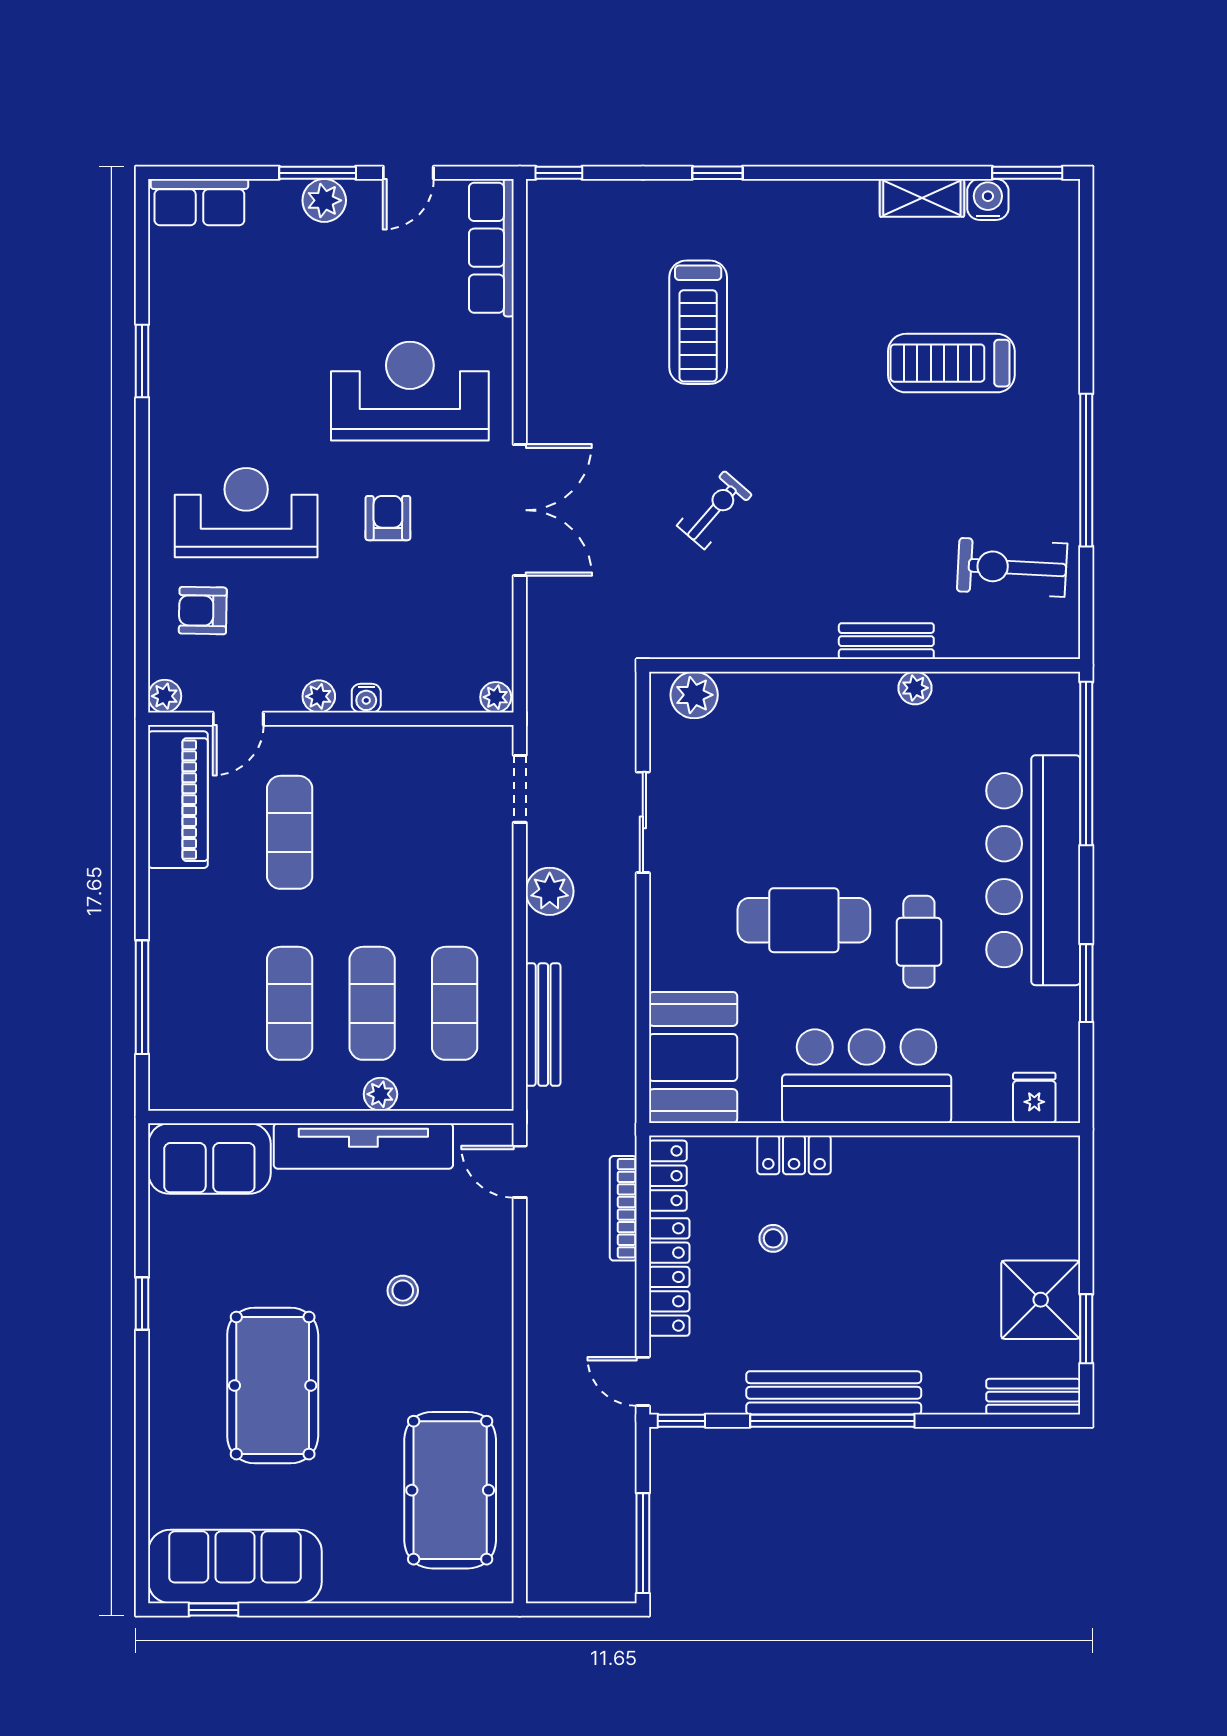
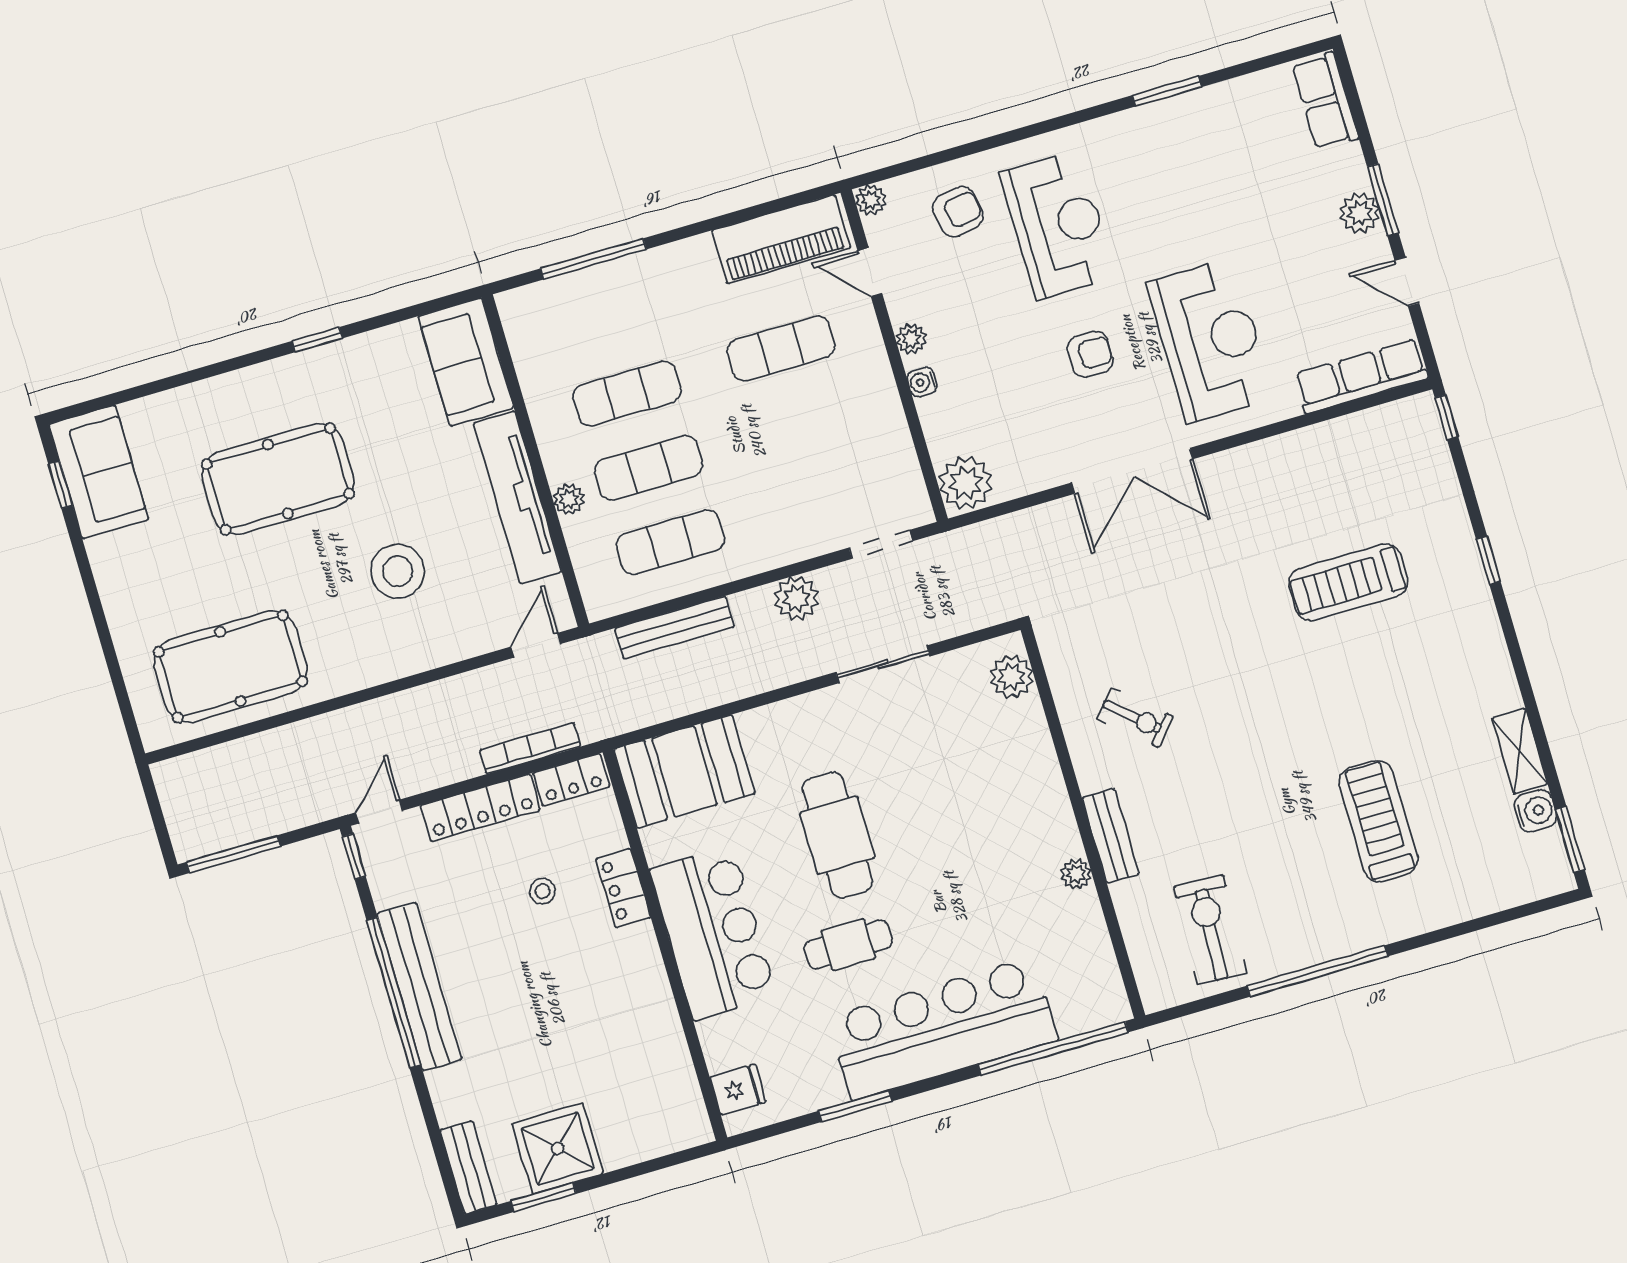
exercise bike: (714, 510) -> (1135, 718), moved
armchair: (203, 611) -> (958, 212), turned 79
plant: (496, 697) -> (966, 483), width x1.88, depth x1.88
stool: (403, 1291) -> (398, 571), width x1.89, depth x1.89
sofa: (235, 1567) -> (99, 472), width x0.73

